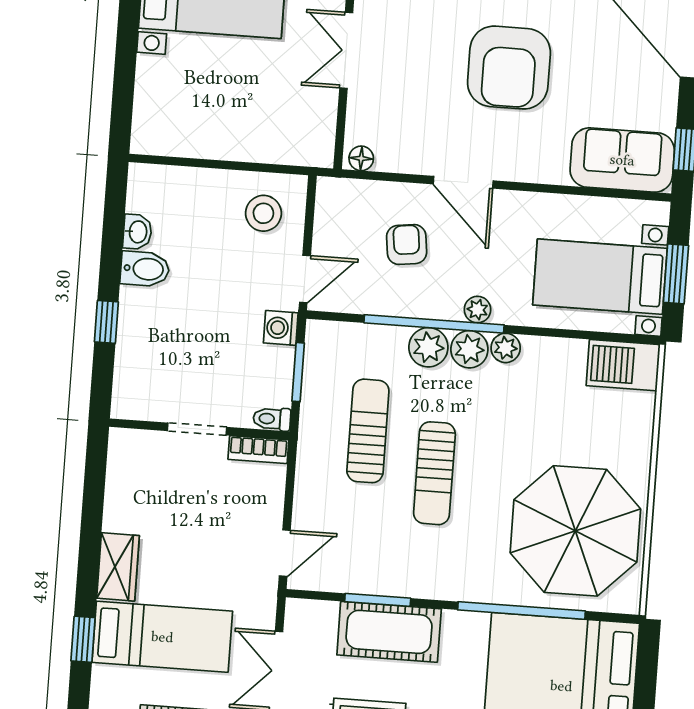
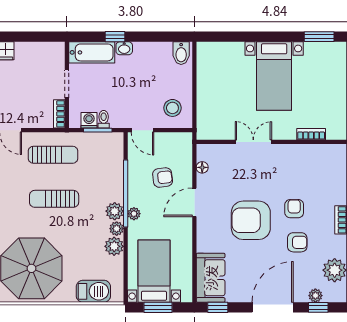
floor lamp: (361, 158) -> (202, 167), moved
washbasin: (137, 232) -> (124, 48), moved
bidet: (145, 269) -> (181, 53), moved
washing machine: (281, 328) -> (89, 120), moved
plant: (428, 347) -> (114, 246), moved
barbecue: (623, 365) -> (93, 291), moved, turned 90
bathtub: (136, 372) -> (92, 52), added
toilet: (272, 419) -> (104, 119), moved
sun lounger: (368, 431) -> (53, 155), moved

